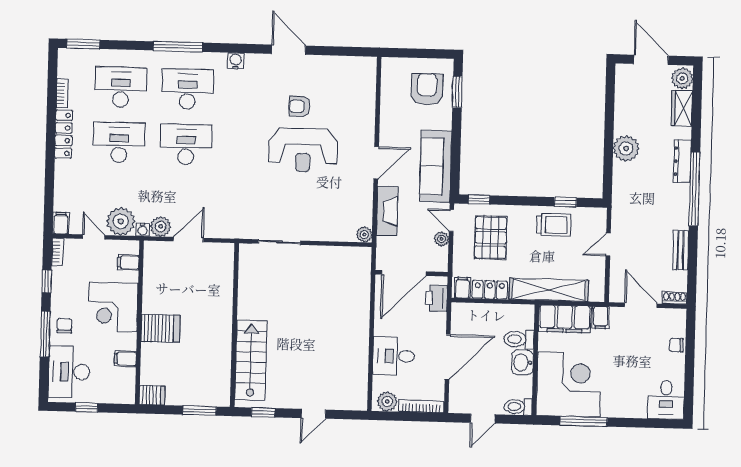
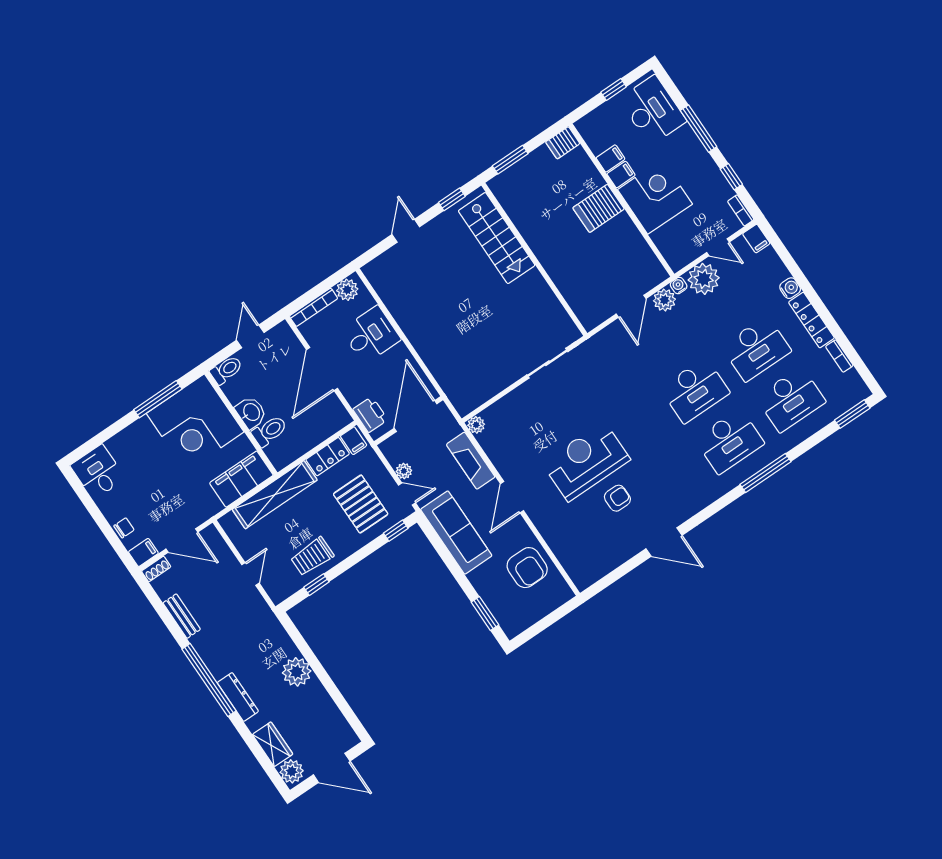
water cooler: (236, 61) -> (790, 288), moved, turned -90
armchair: (427, 89) -> (527, 568), moved
filing cabinet: (128, 262) -> (621, 175), moved
filing cabinet: (601, 317) -> (143, 552), moved, turned 90
chair: (64, 326) -> (687, 149), removed

